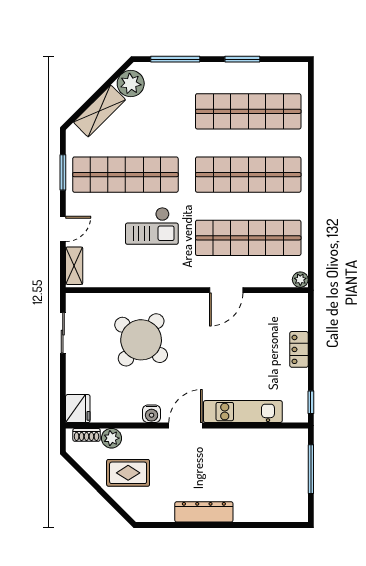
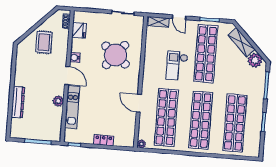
fridge: (78, 409) -> (79, 30), moved, turned -90
plant: (111, 438) -> (58, 101), moved
dresser: (204, 512) -> (18, 102), moved

